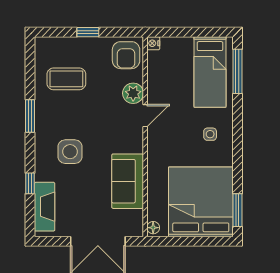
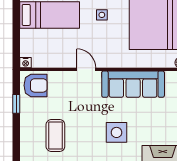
window: (88, 32) -> (16, 104), moved
plant: (133, 93) -> (68, 80), removed
sofa: (128, 181) -> (133, 84), width x1.36

